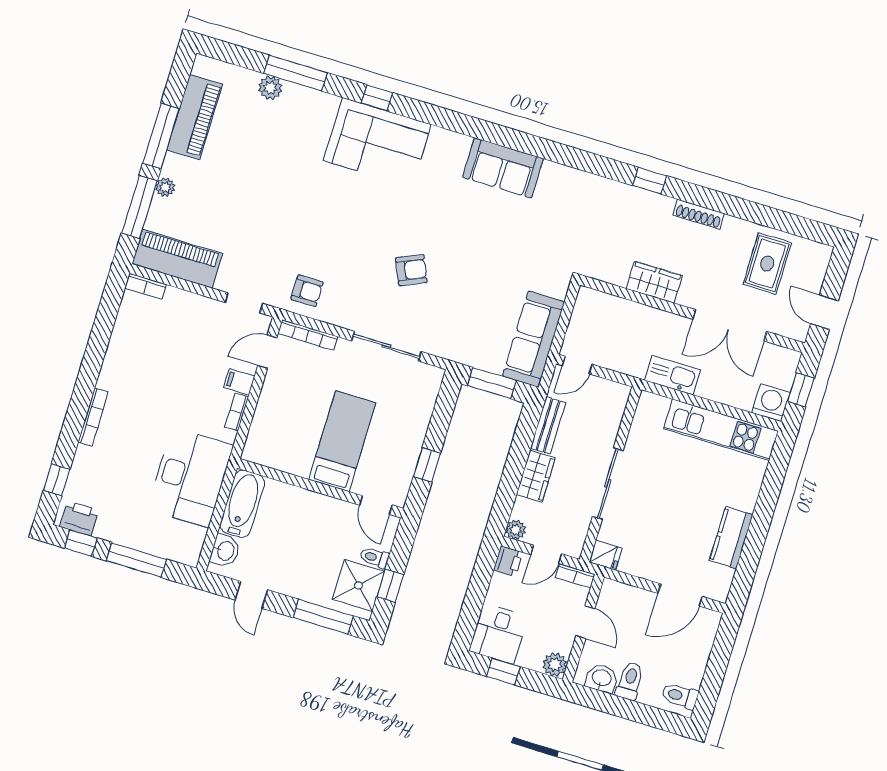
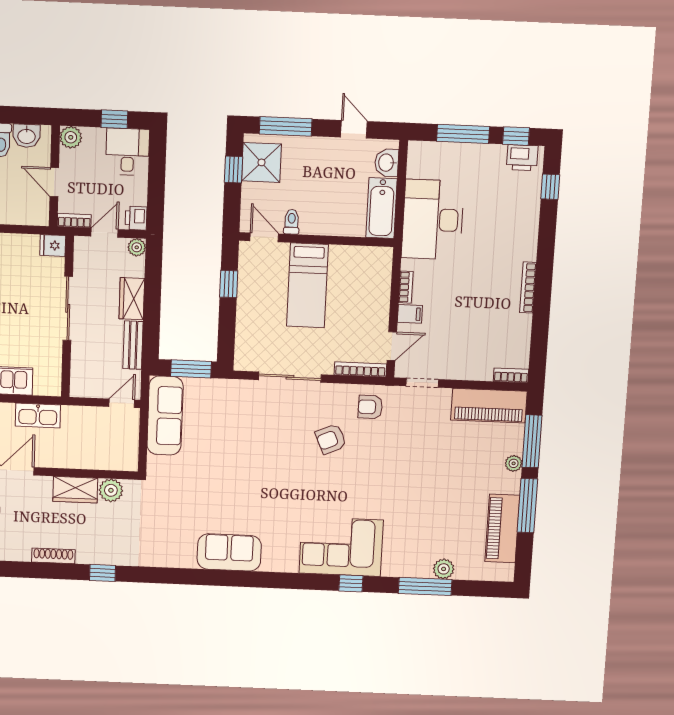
armchair: (411, 270) -> (331, 439), moved
plant: (615, 271) -> (111, 490), added
bookcase: (93, 417) -> (528, 288), moved
toilet: (375, 558) -> (292, 222), moved, turned -90

